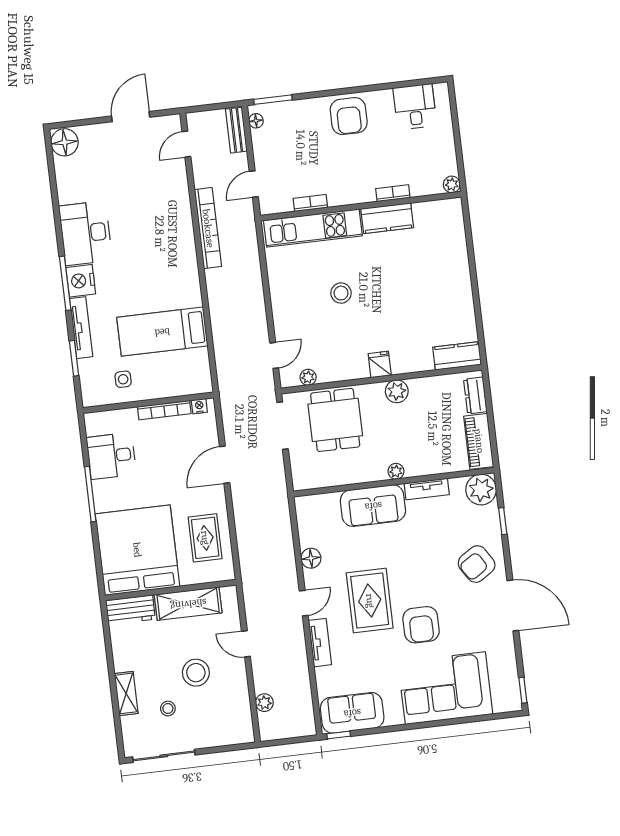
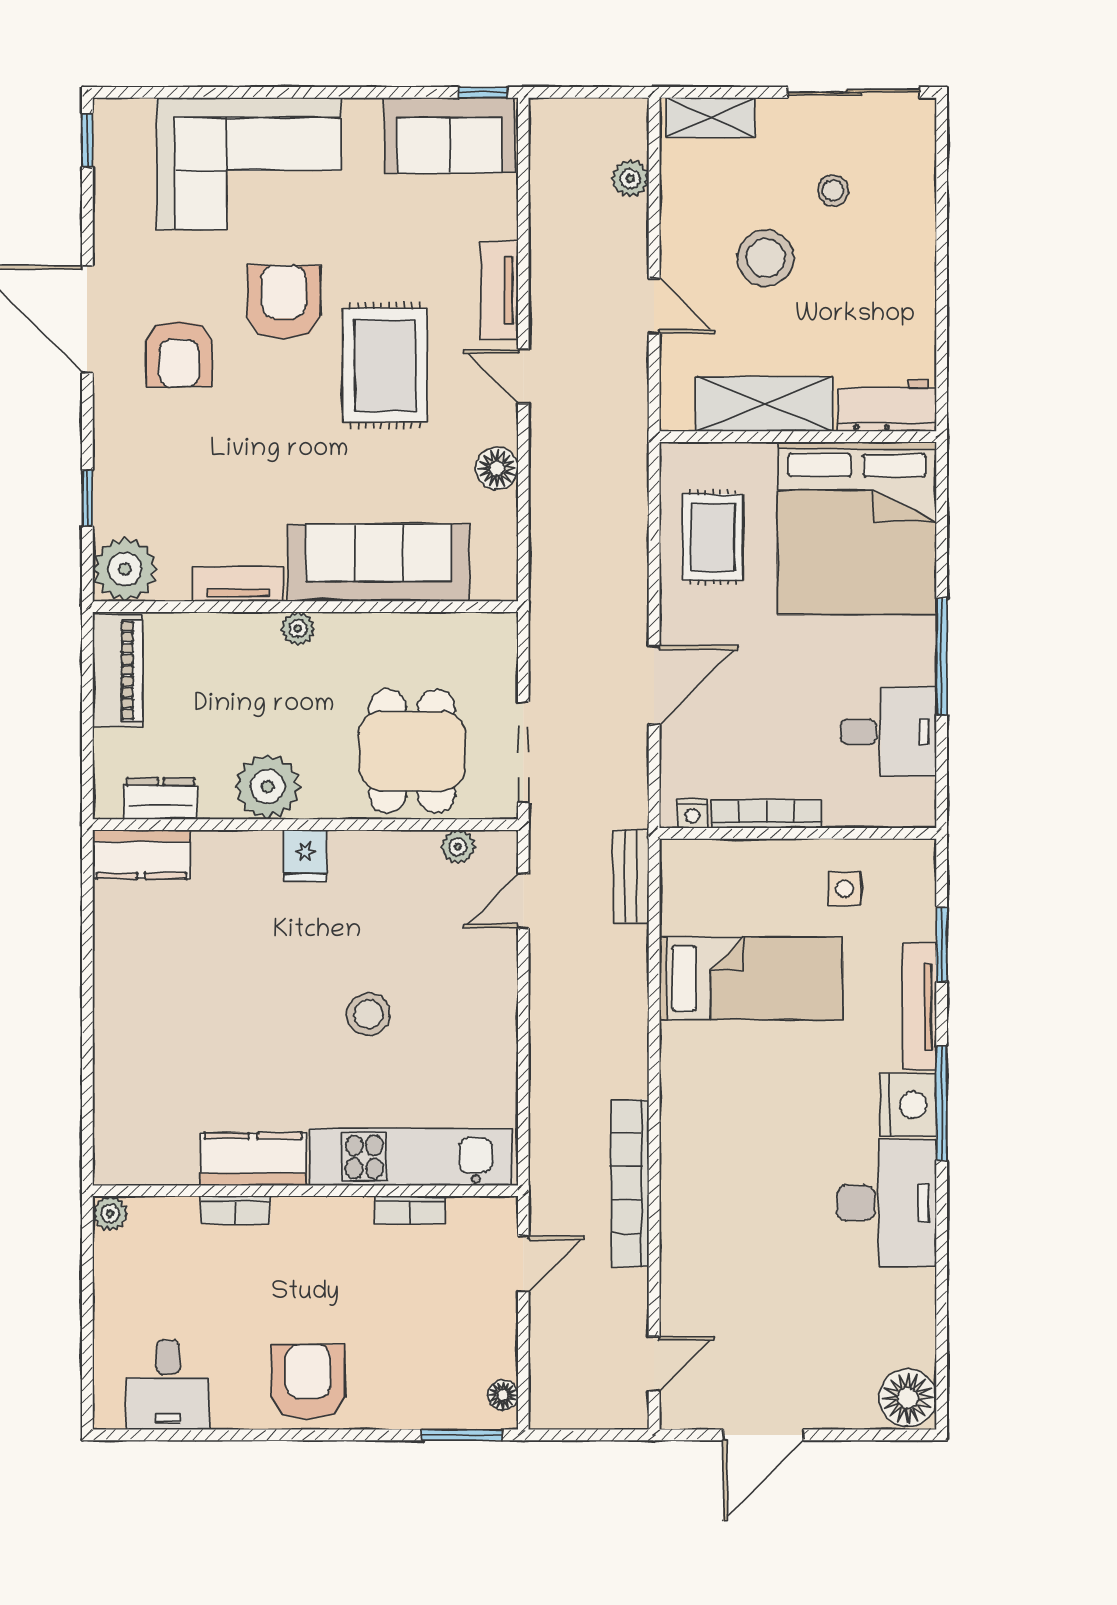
bench: (236, 130) -> (631, 876), moved
plant: (397, 391) -> (268, 787), width x1.36, depth x1.36
dresser: (475, 395) -> (161, 799), moved, turned -90
sofa: (373, 506) -> (379, 563), width x1.36
armchair: (477, 564) -> (179, 354), moved, turned 123
door: (304, 603) -> (523, 376), hinge flipped
shelving: (126, 693) -> (710, 118), moved, turned 90

